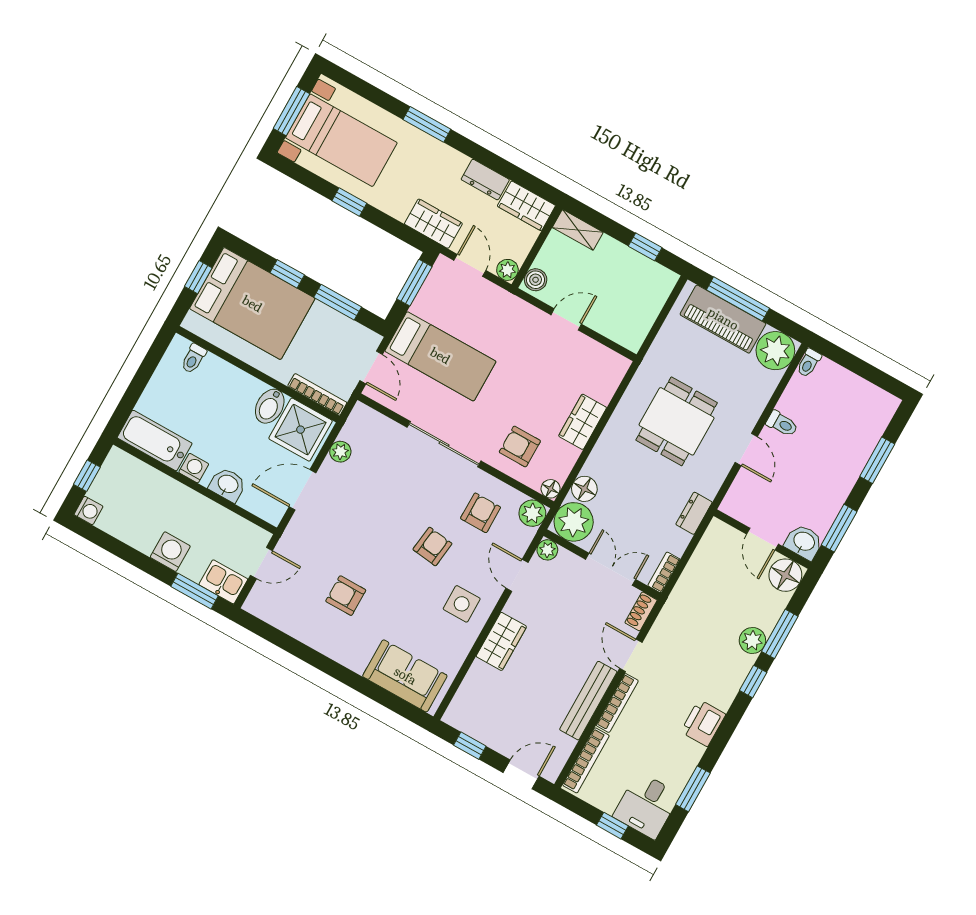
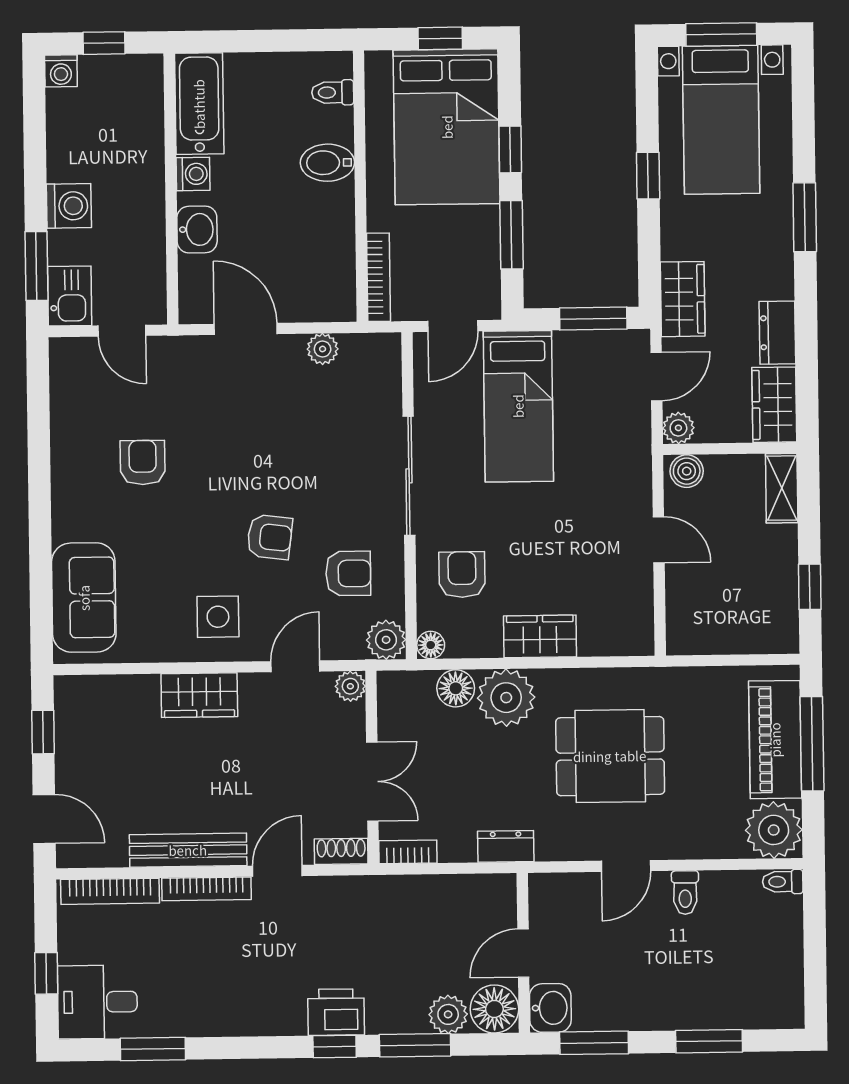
bidet: (270, 406) -> (327, 163), moved
shower: (301, 430) -> (321, 282), removed
plant: (574, 522) -> (506, 698), moved
plant: (752, 640) -> (448, 1014), moved
printer: (703, 723) -> (336, 1012), moved

